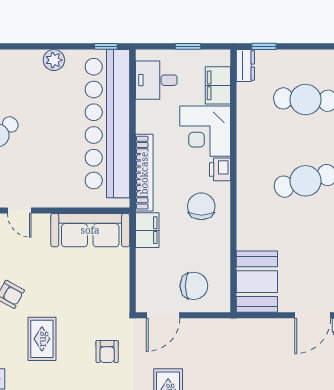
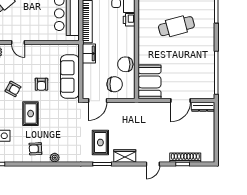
chair: (201, 206) -> (125, 64), moved, turned -90
sofa: (90, 230) -> (70, 77), moved, turned 90
armchair: (107, 351) -> (41, 84), moved

